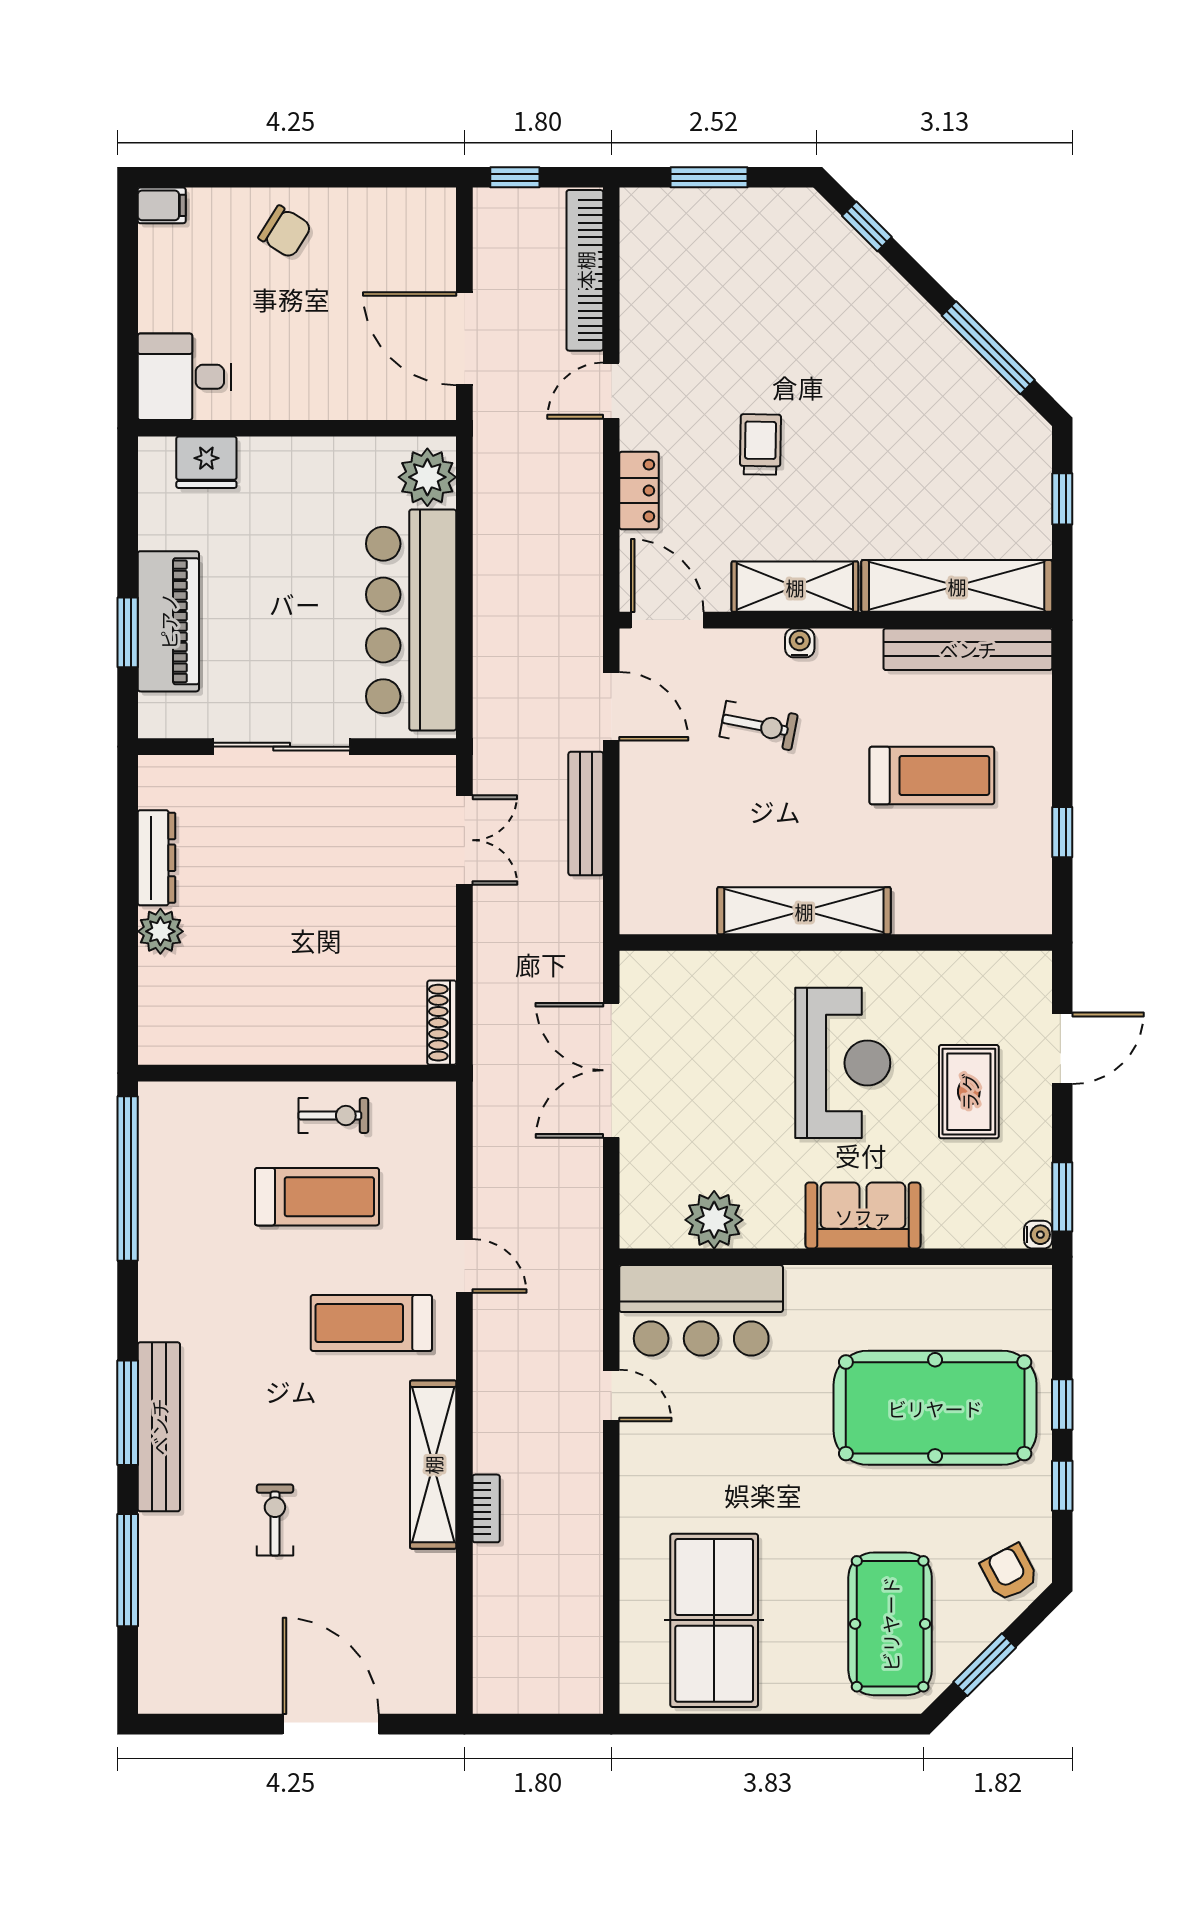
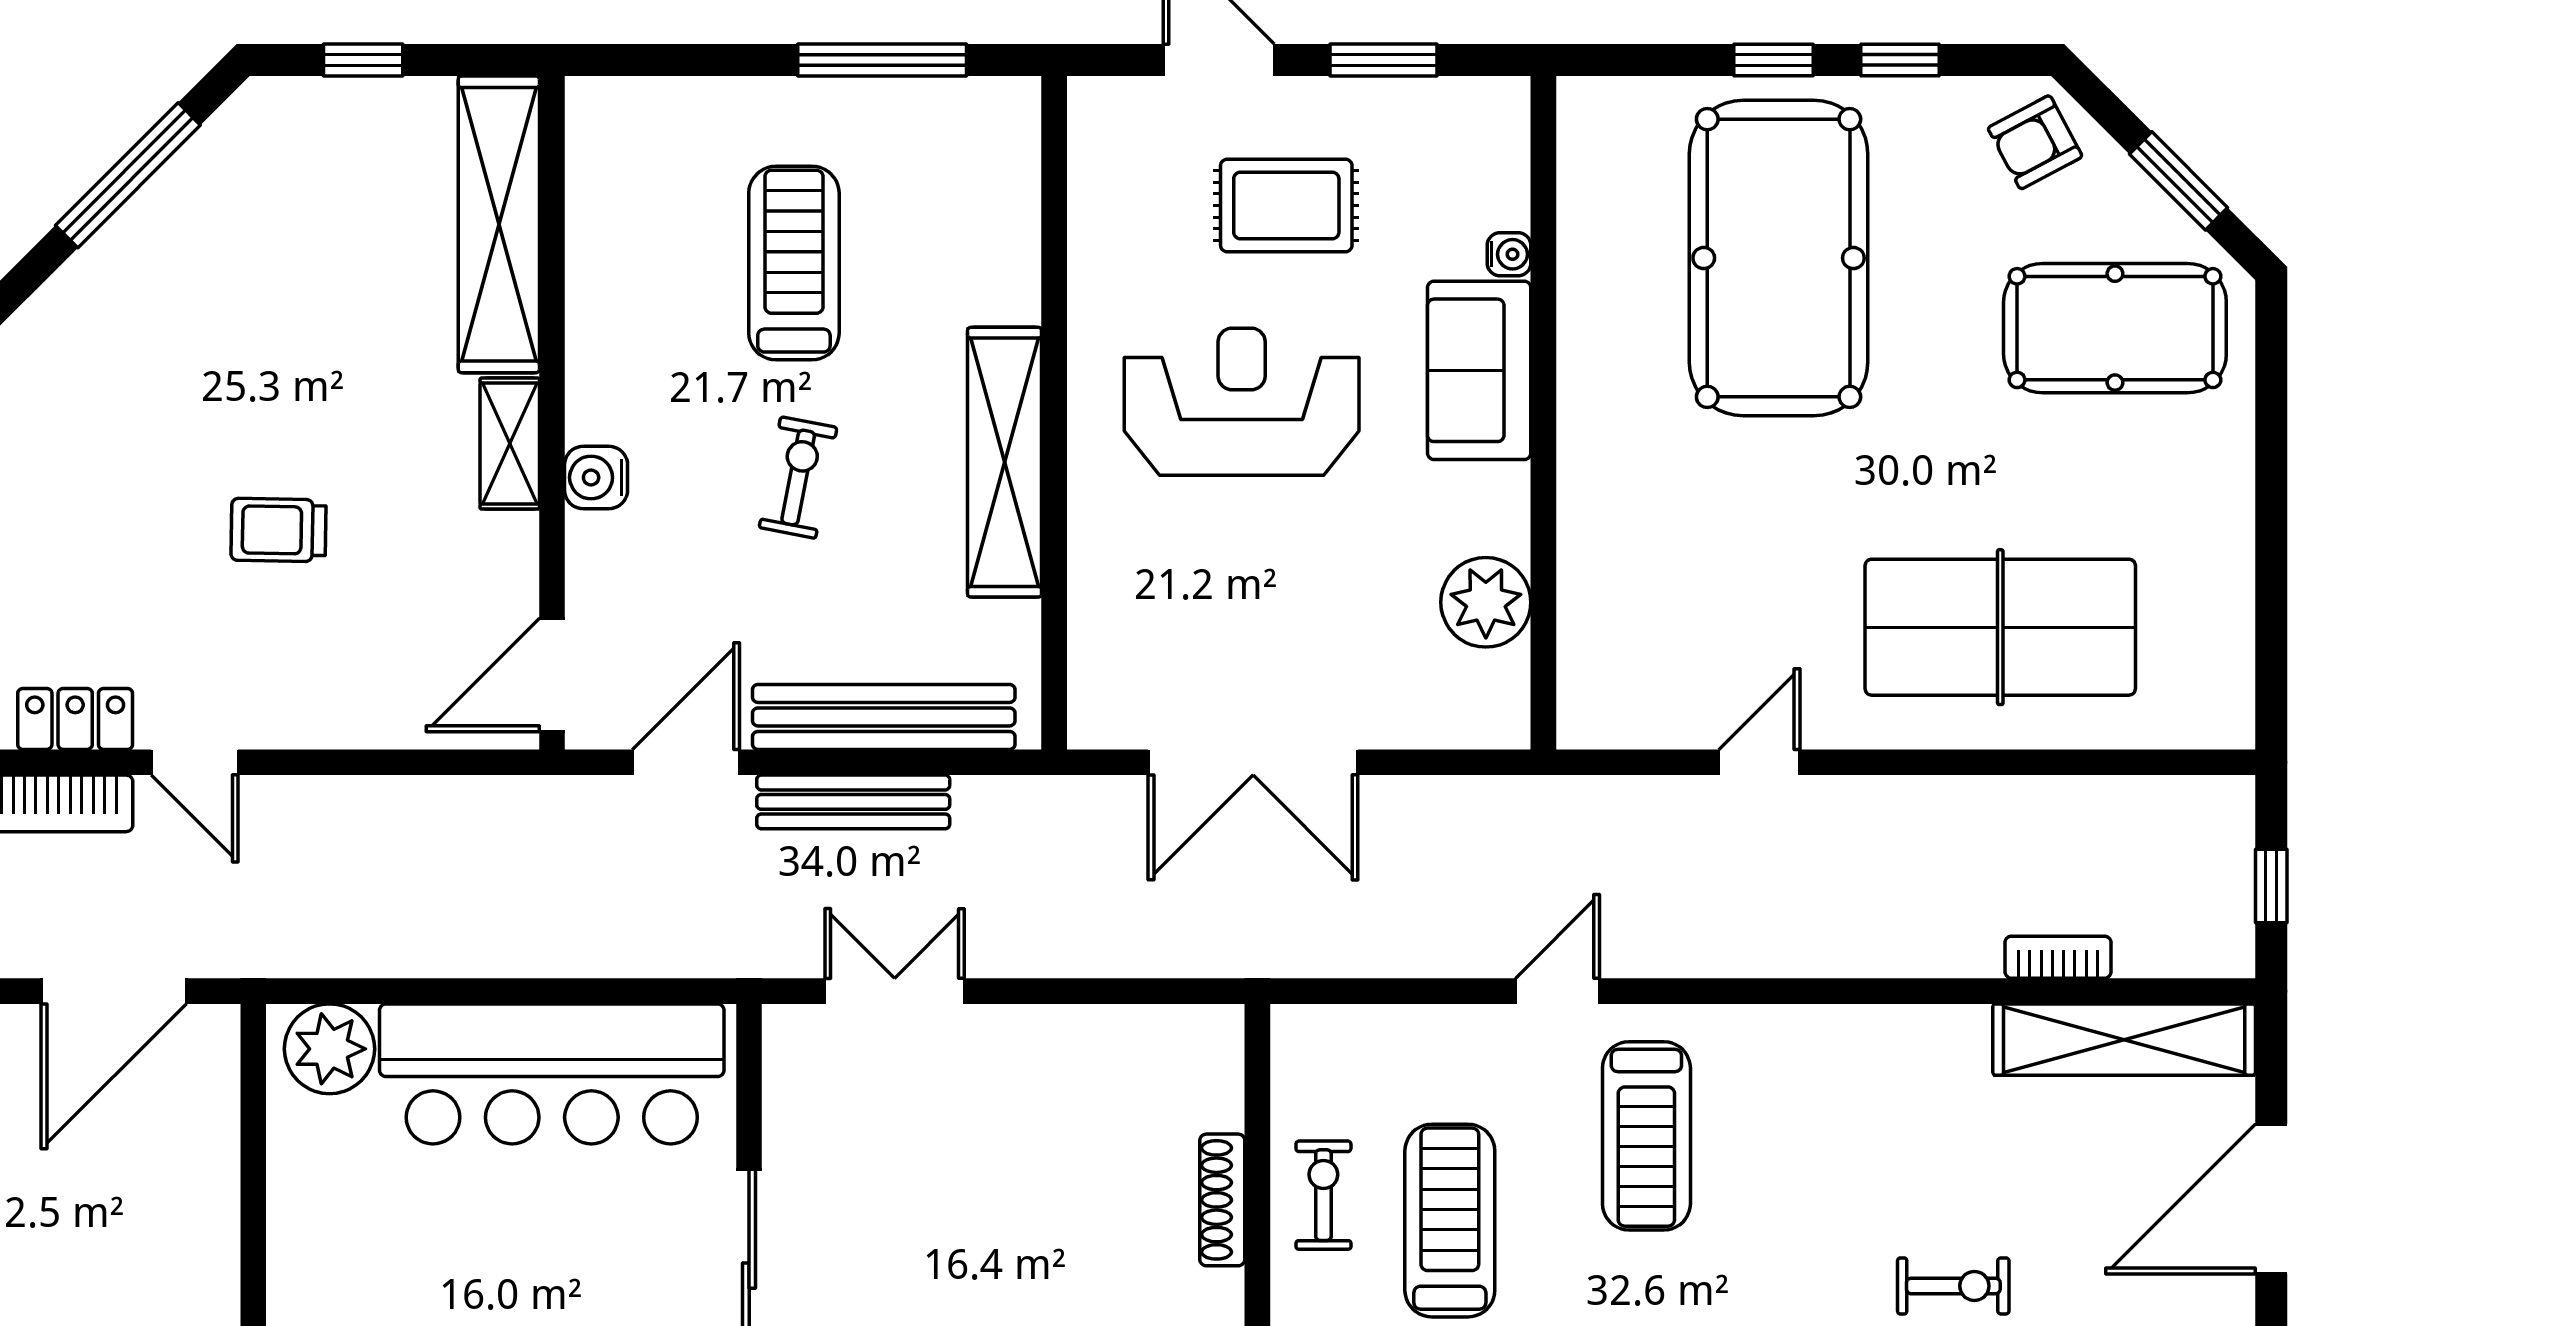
locker: (639, 491) -> (75, 719), moved
shelving: (795, 587) -> (510, 444), width x0.67, depth x0.75
water cooler: (800, 643) -> (596, 477), width x1.38, depth x1.38
bench: (968, 649) -> (884, 717), moved, turned 90
exercise bike: (759, 726) -> (798, 478), moved
window: (1062, 832) -> (882, 60), width x2.17
shoe rack: (442, 1023) -> (1222, 1200), moved, turned 90
window: (1062, 1197) -> (1384, 60), moved
water cooler: (1038, 1235) -> (1509, 254), moved, turned 90
bar counter: (701, 1310) -> (1627, 622), removed
shelving: (433, 1465) -> (2124, 1040), moved
bookcase: (486, 1508) -> (2058, 957), moved
exercise bike: (275, 1520) -> (1953, 1286), turned 180
table tennis table: (714, 1620) -> (2000, 627), moved
window: (532, 1724) -> (2271, 886), added

